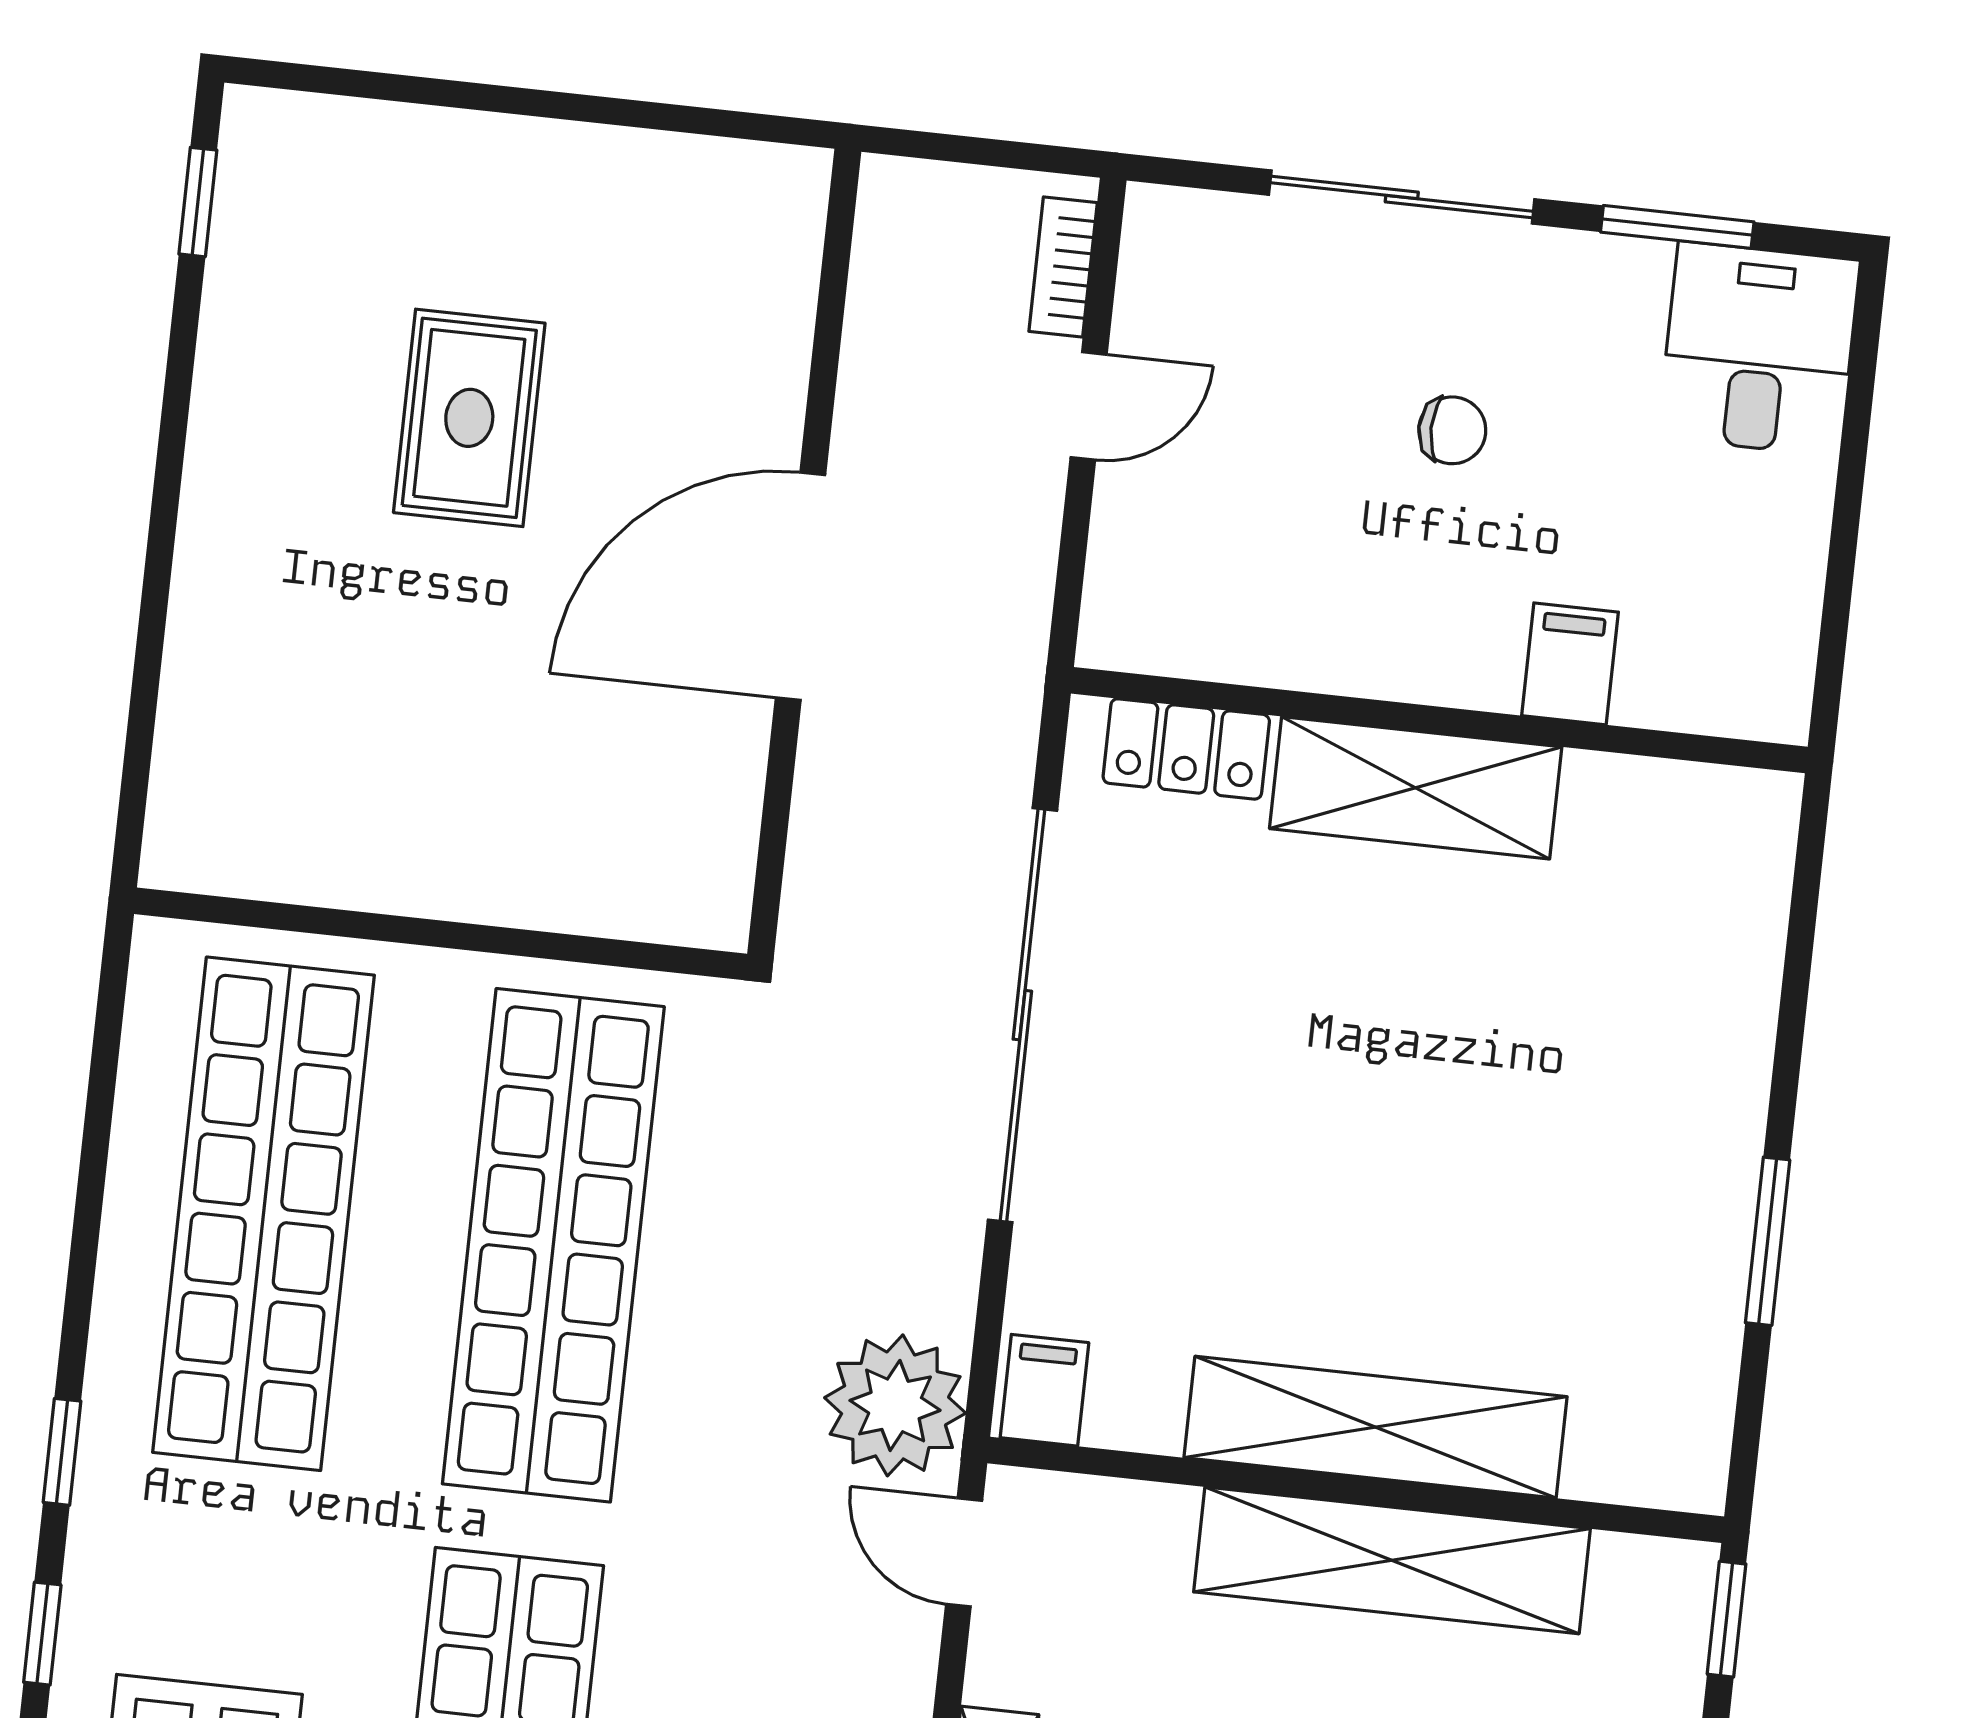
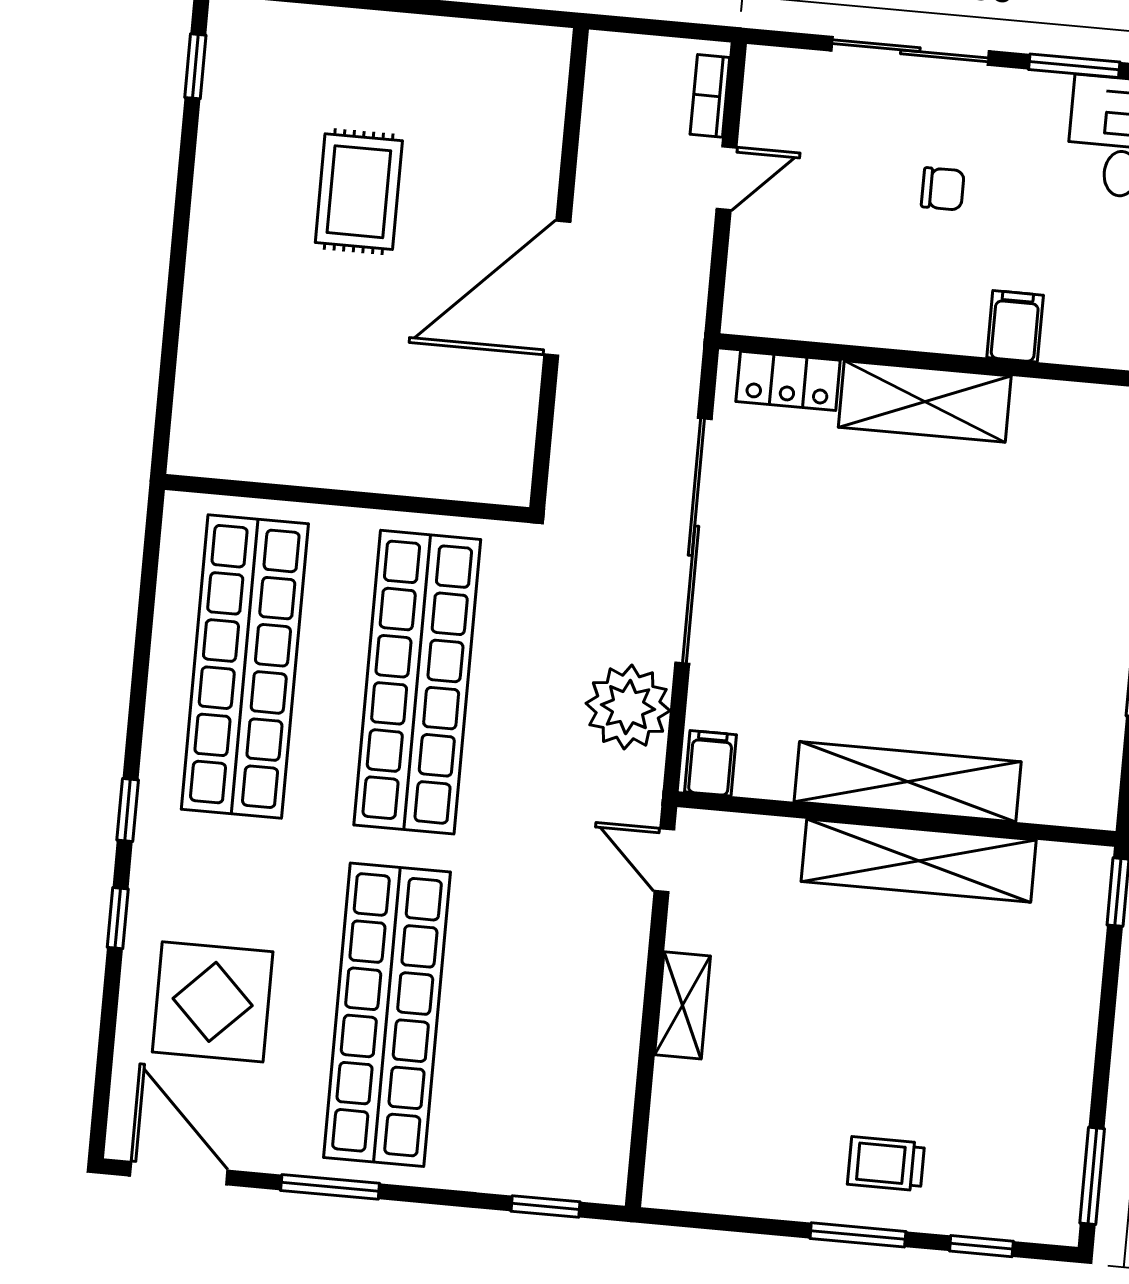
plant: (895, 1405) -> (628, 707), moved

